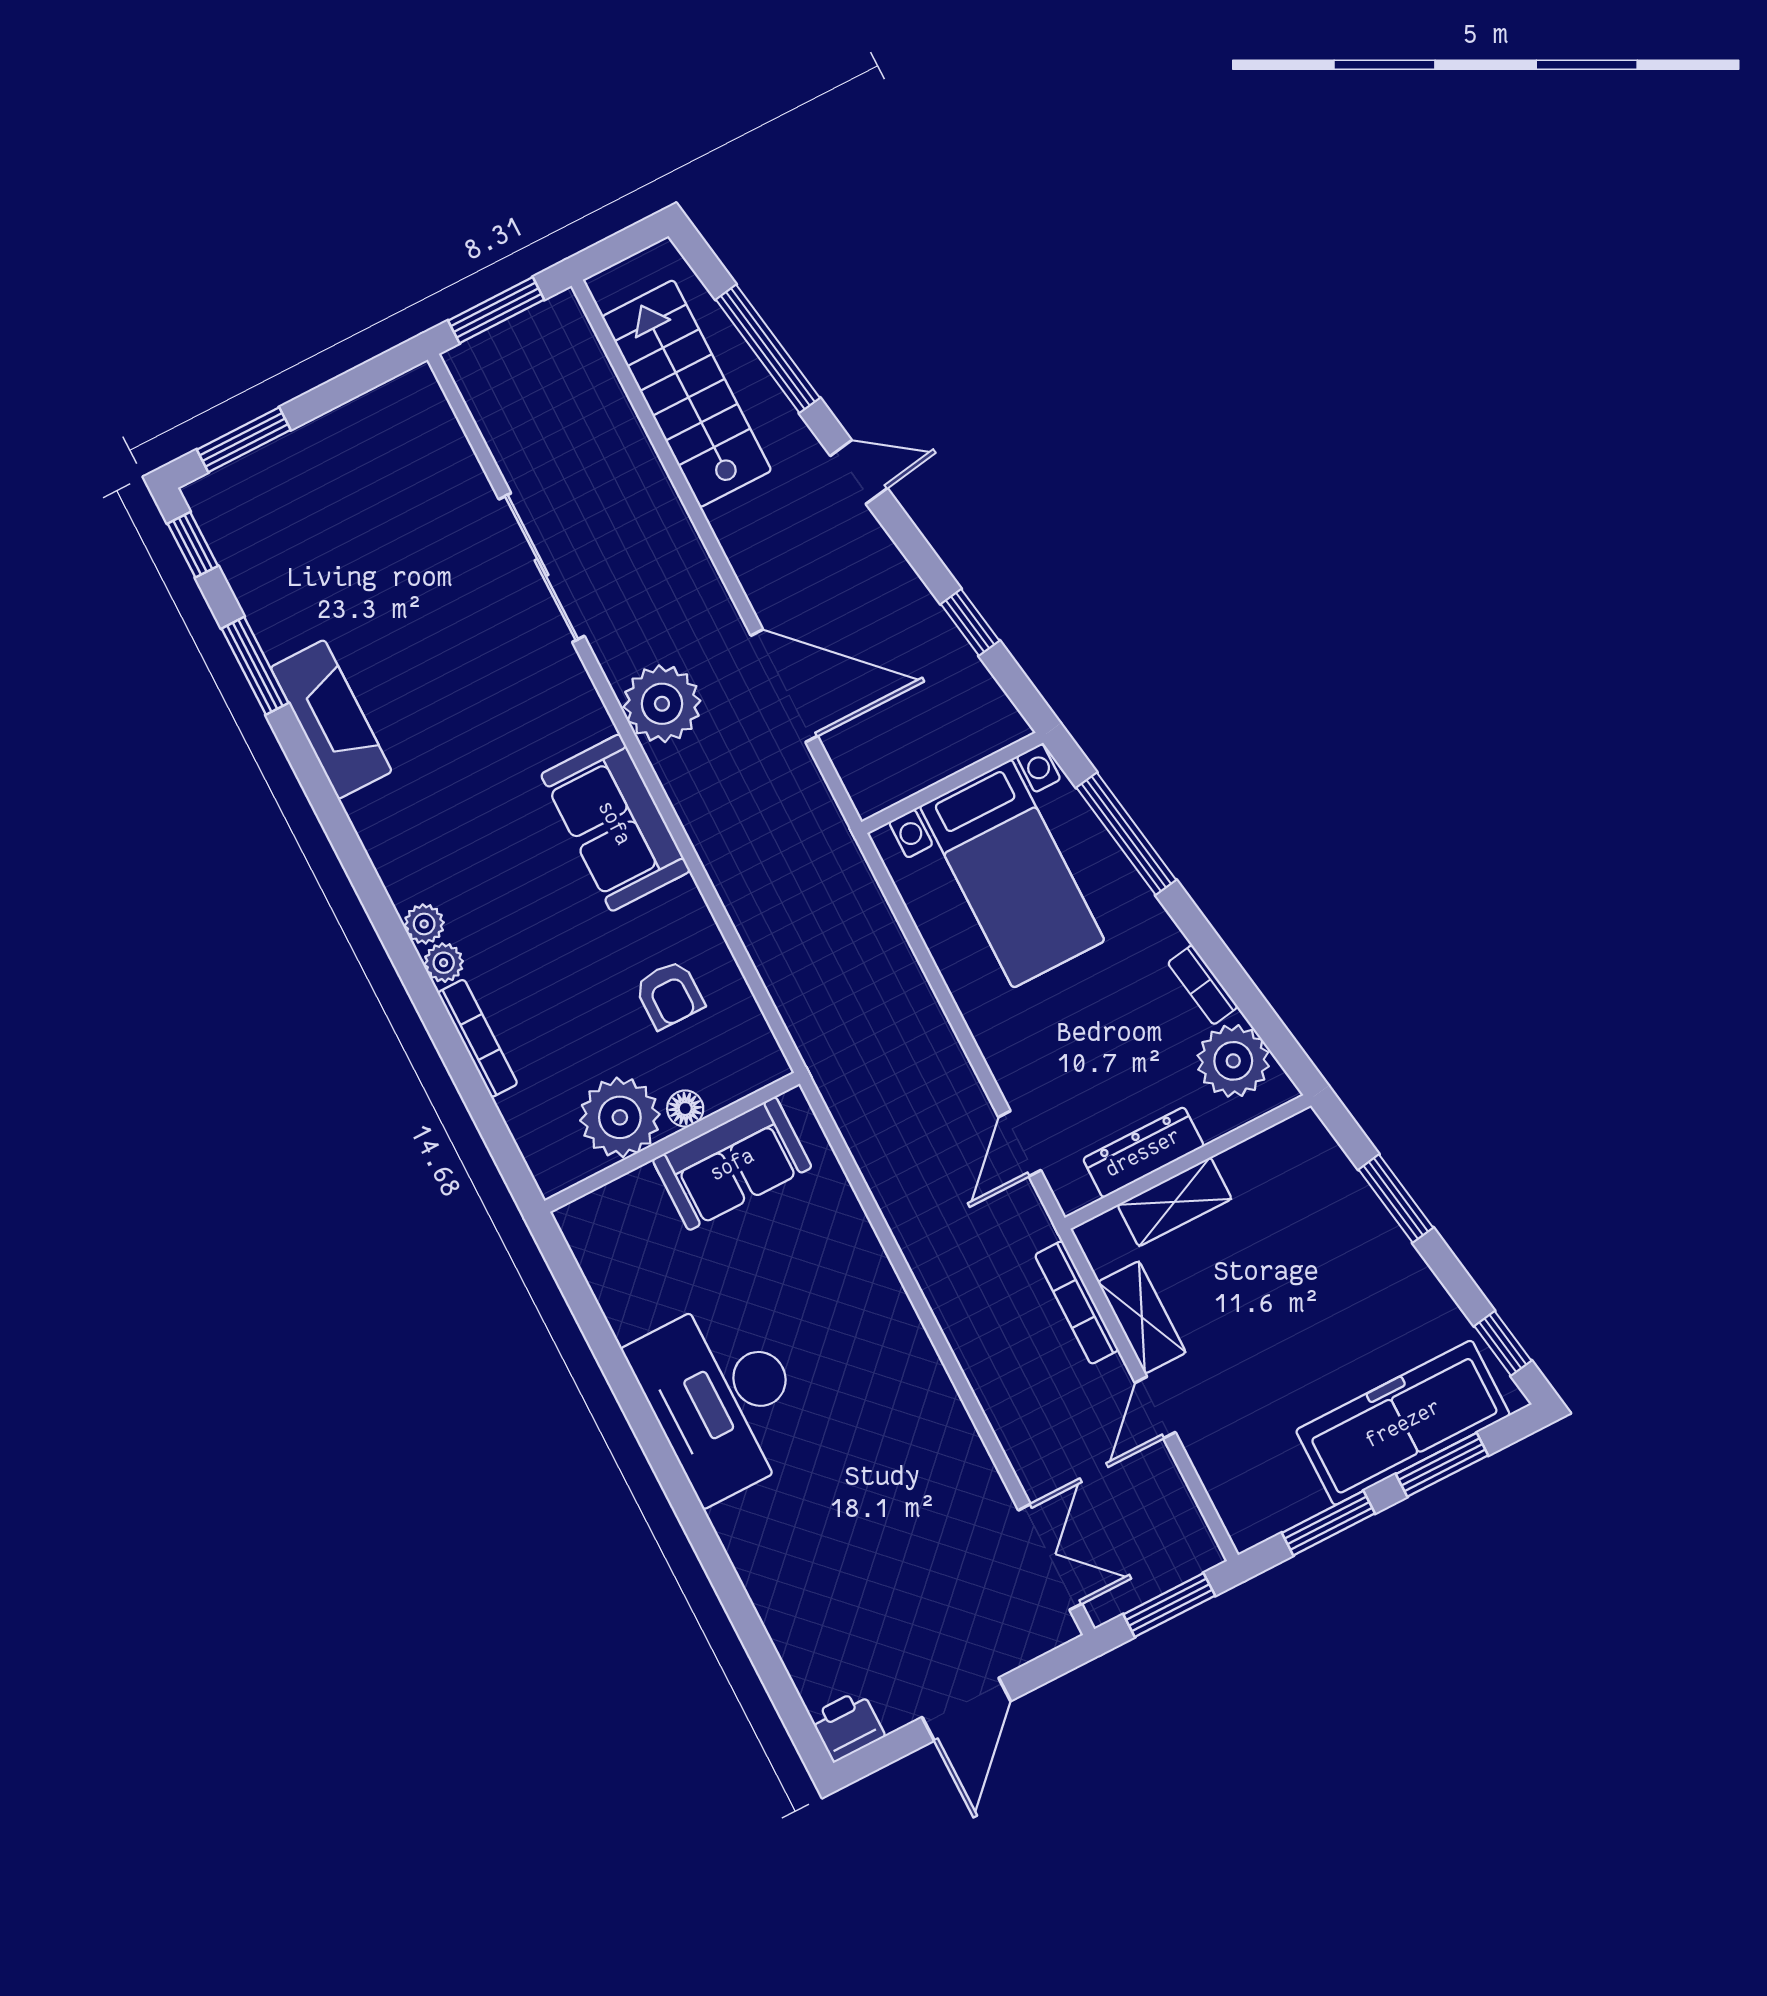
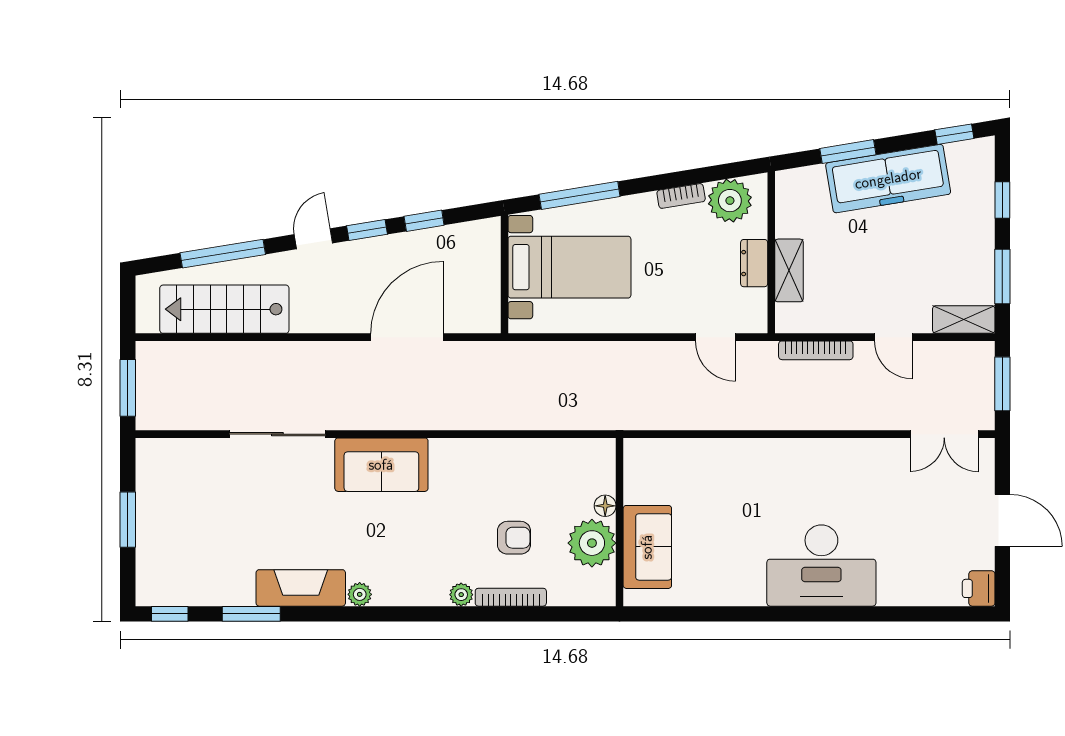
window: (244, 440) -> (128, 520), moved
window: (913, 545) -> (367, 230), added
plant: (662, 704) -> (383, 407), removed
sofa: (615, 823) -> (381, 465), moved
plant: (424, 924) -> (360, 594), moved
armchair: (669, 994) -> (514, 538), moved
dresser: (1143, 1152) -> (754, 263), width x0.70
sofa: (732, 1164) -> (647, 547), moved
shelving: (1142, 1317) -> (964, 320), moved
desk: (722, 1398) -> (821, 566), moved
freezer: (1403, 1423) -> (888, 179), moved, turned -99
window: (1442, 1465) -> (1002, 200), width x0.67
double door: (1050, 1557) -> (944, 434), swing flipped

